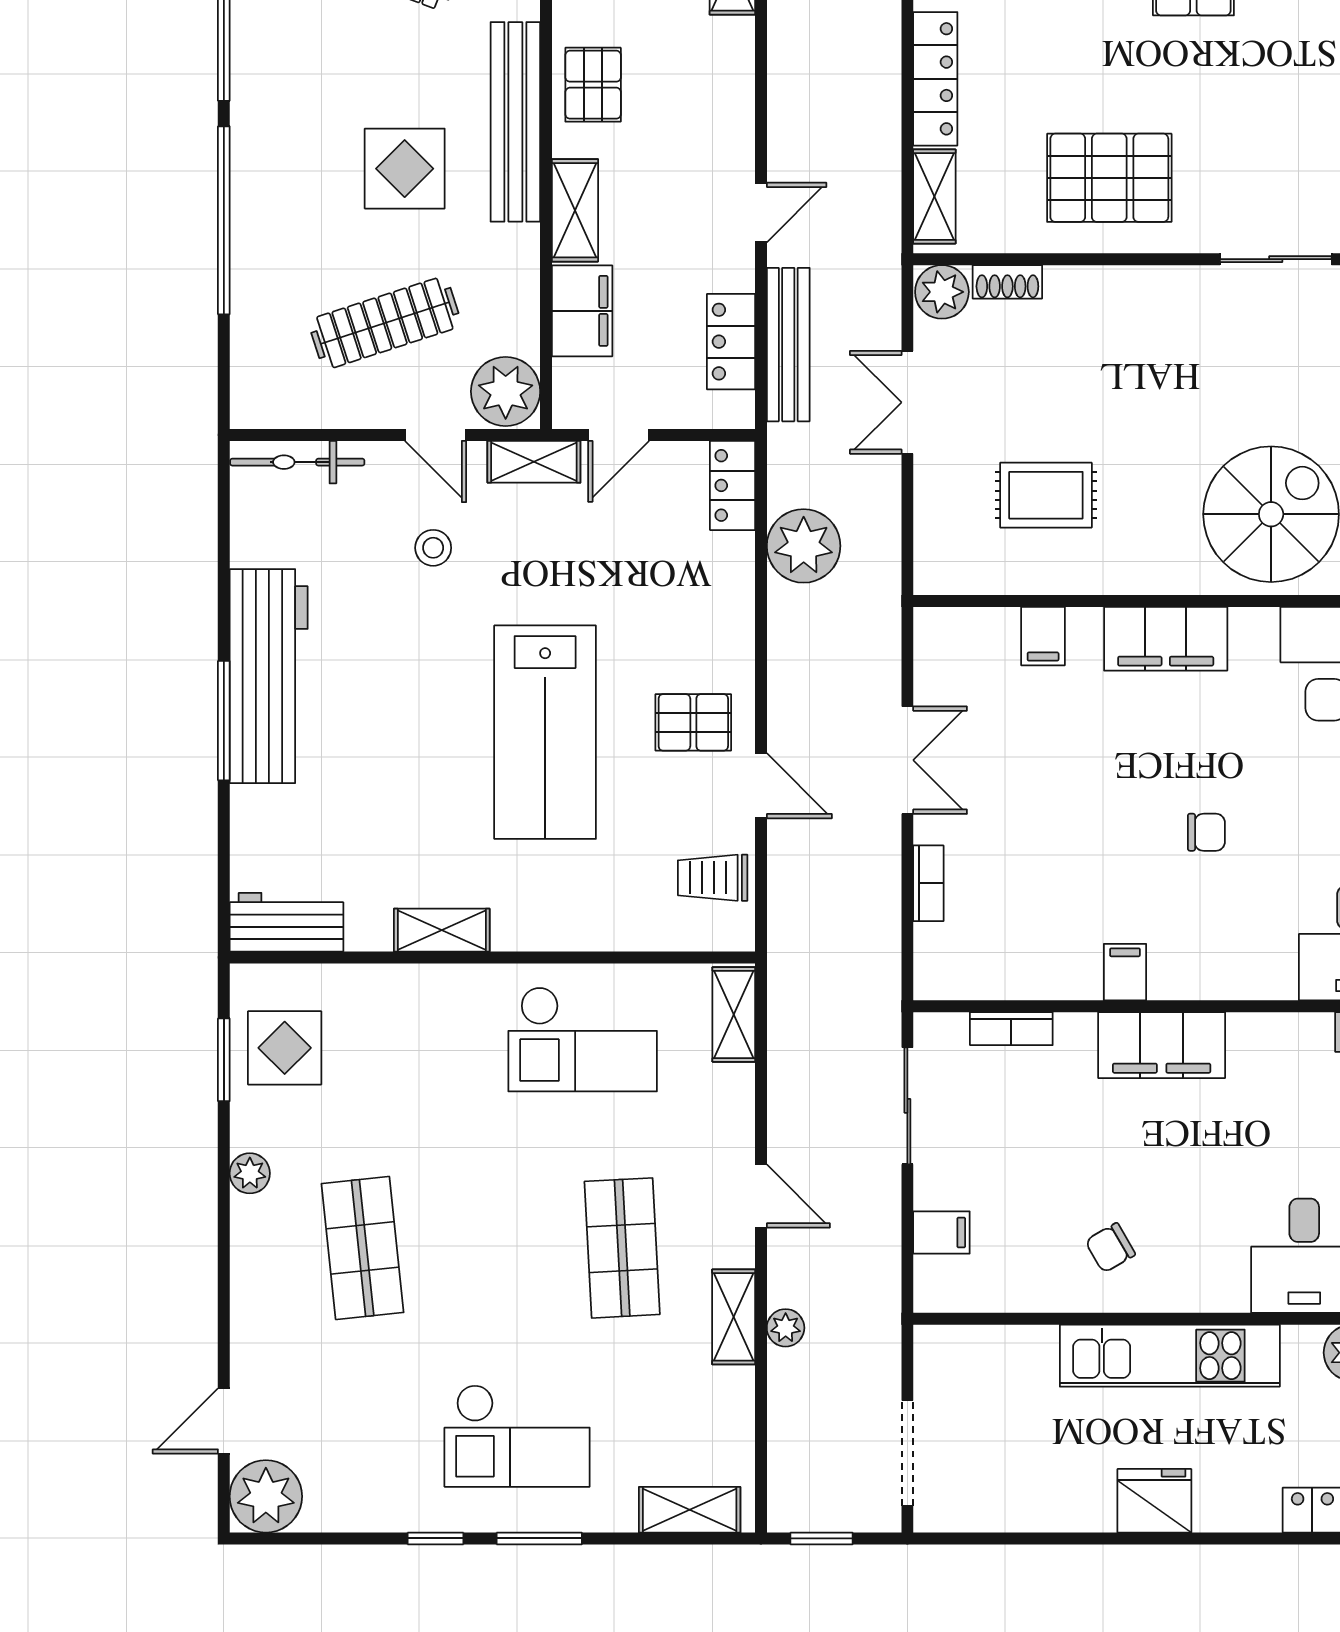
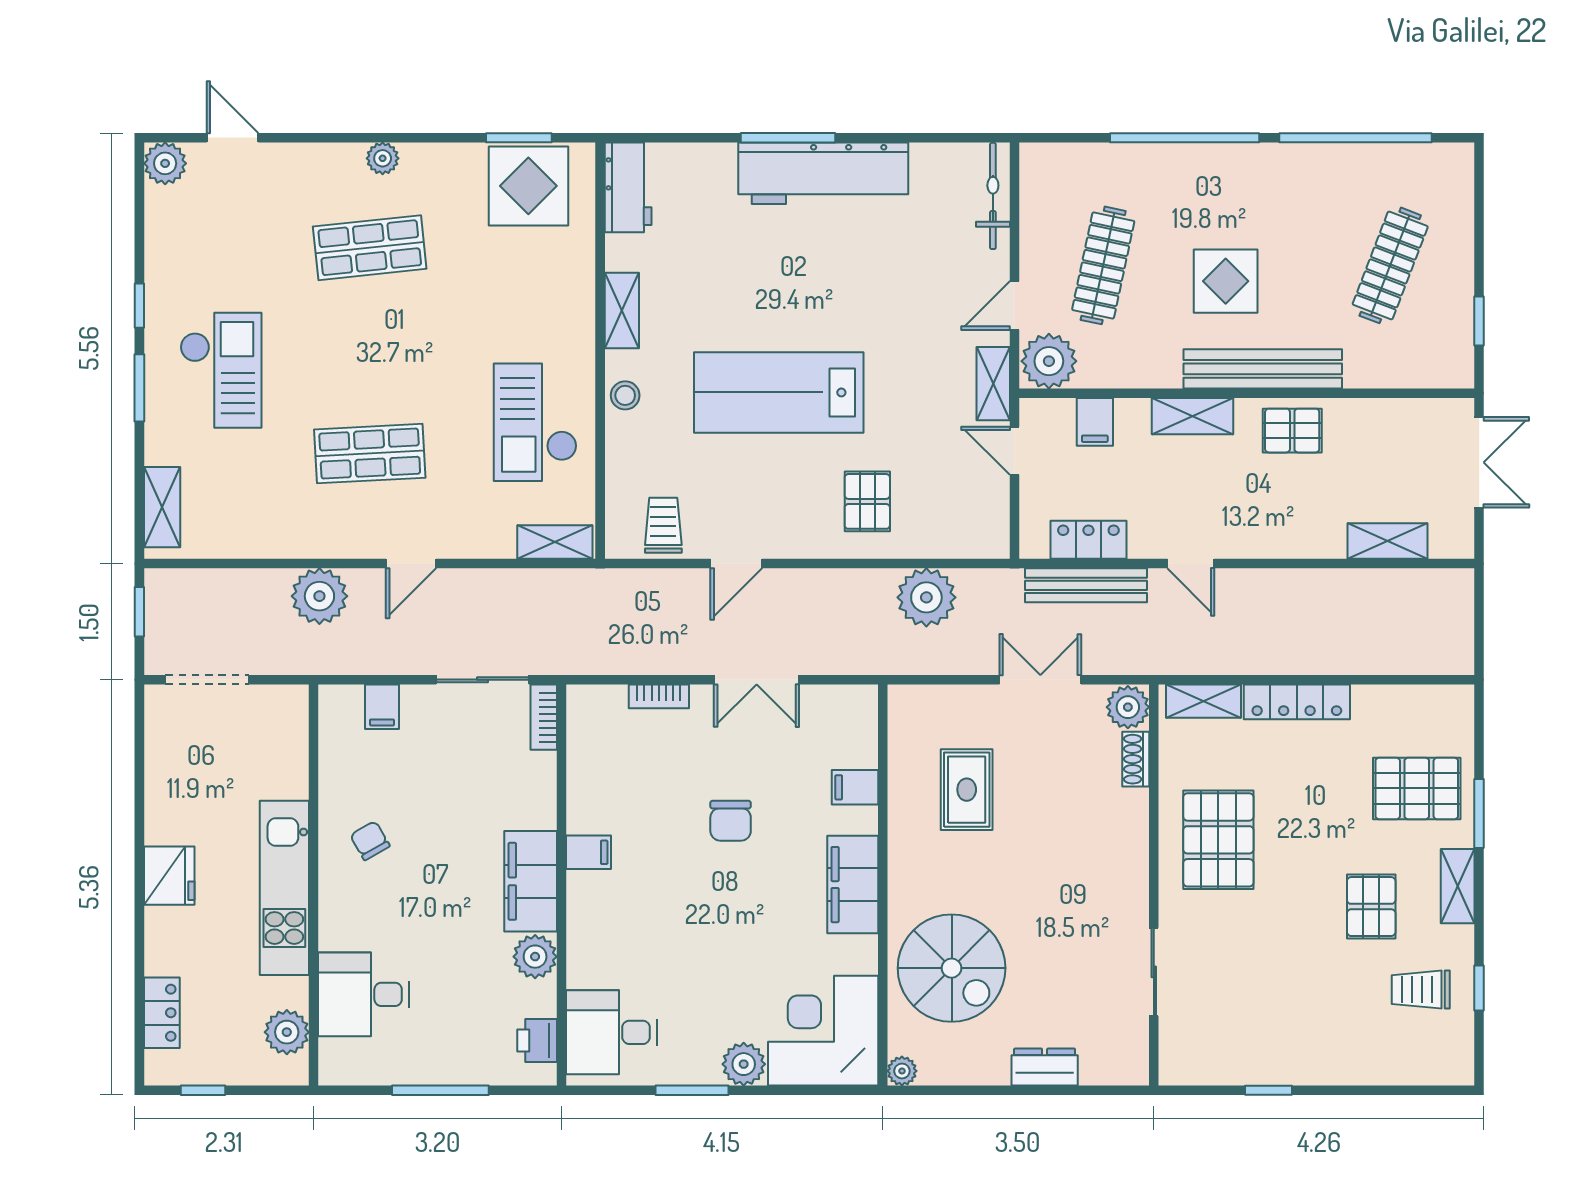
filing cabinet: (582, 311) -> (1095, 422), width x0.50
clothes rail: (385, 323) -> (1103, 265), turned 30
locker: (732, 485) -> (974, 541), removed
stool: (433, 548) -> (625, 395), moved
pallet: (693, 722) -> (867, 501), moved
chair: (1206, 832) -> (731, 821), moved, width x1.37, depth x1.37
bookcase: (1011, 1029) -> (544, 717), moved
plant: (1256, 1039) -> (535, 957), added
display table: (285, 1048) -> (528, 186), width x1.36, depth x1.36
plant: (250, 1173) -> (383, 158), moved
shelving: (734, 1317) -> (315, 542), removed
plant: (786, 1328) -> (319, 596), width x1.88, depth x1.88
checkout: (517, 1436) -> (221, 370), turned 180
plant: (266, 1496) -> (165, 163), width x0.73, depth x0.73

